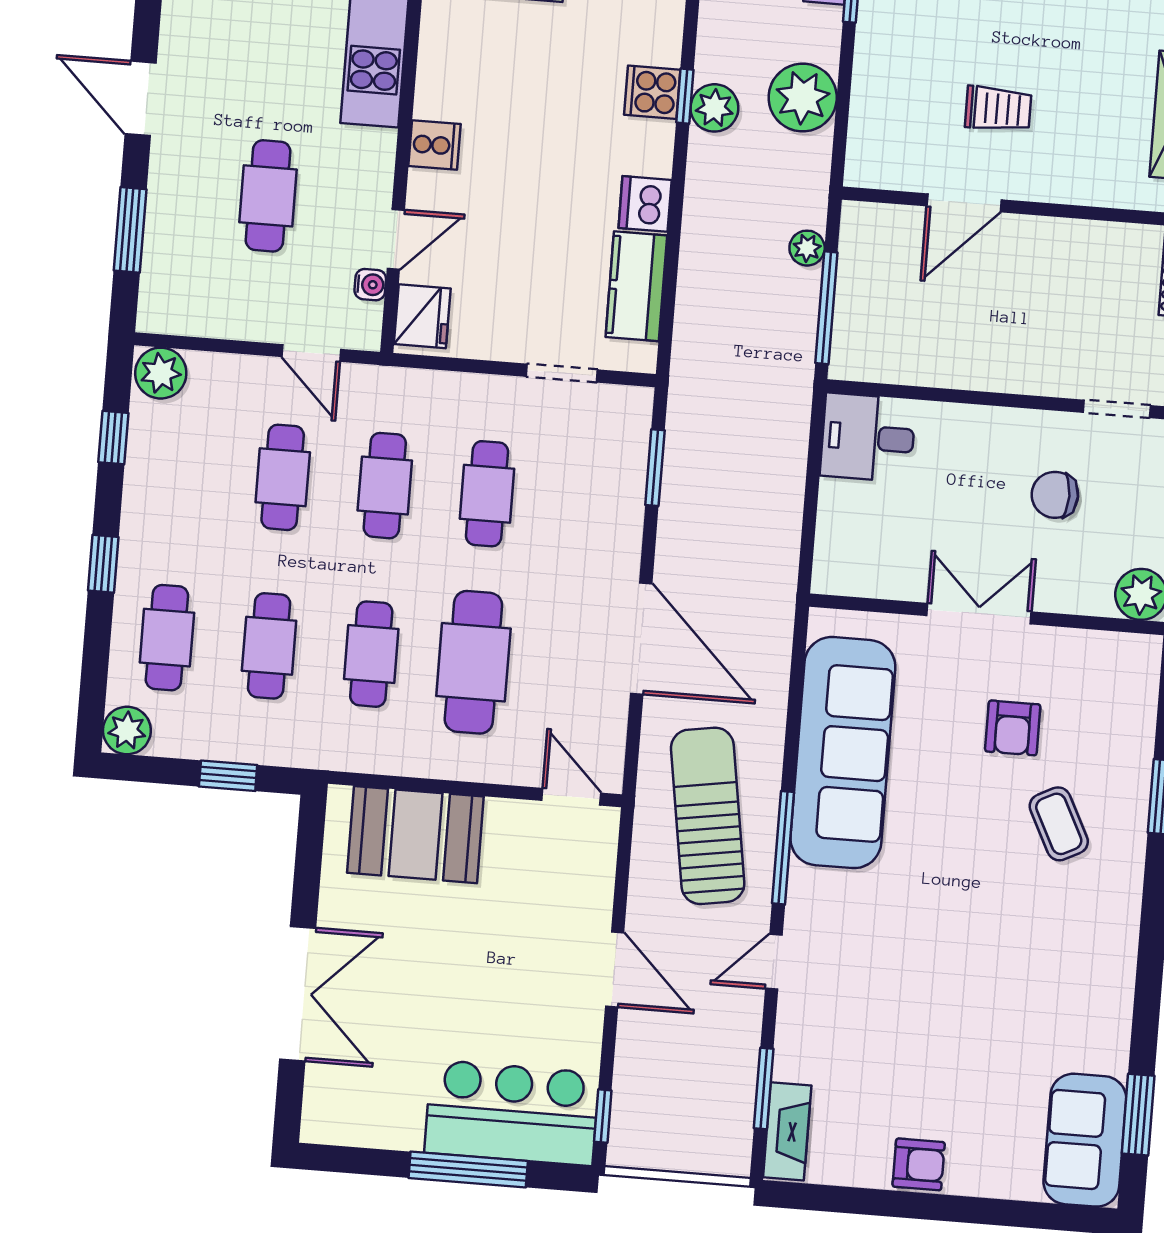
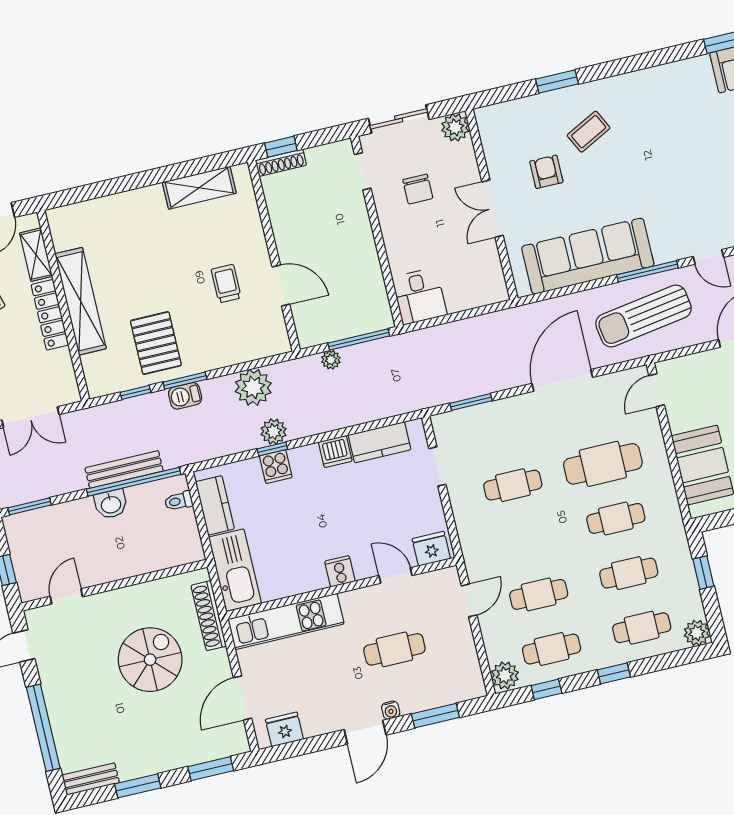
water cooler: (370, 285) -> (391, 710), moved, turned 180
cafe table: (385, 486) -> (552, 649), moved
armchair: (1013, 728) -> (546, 172), turned -90

